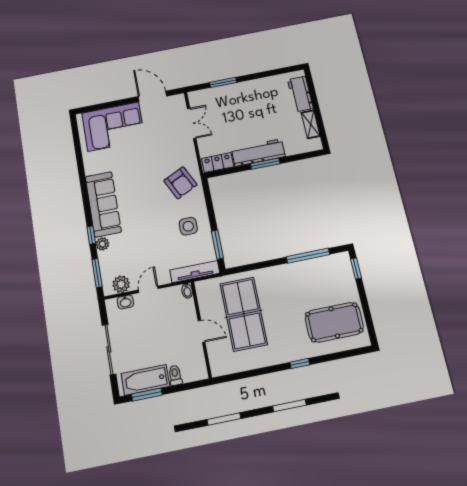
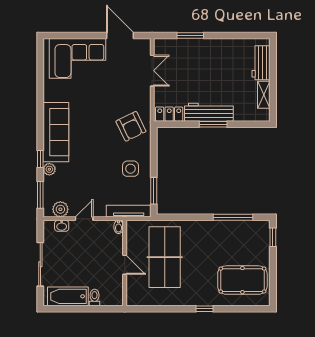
window: (147, 395) -> (67, 309), removed

